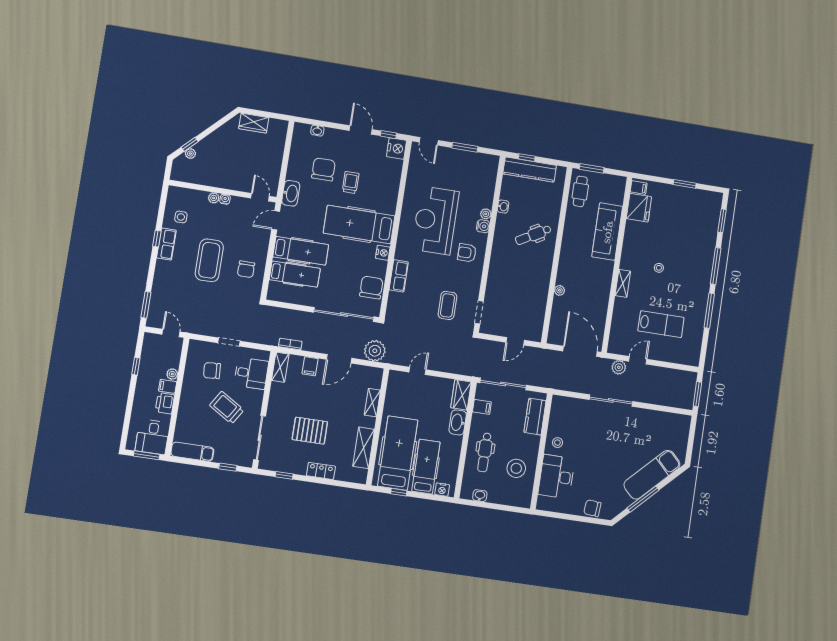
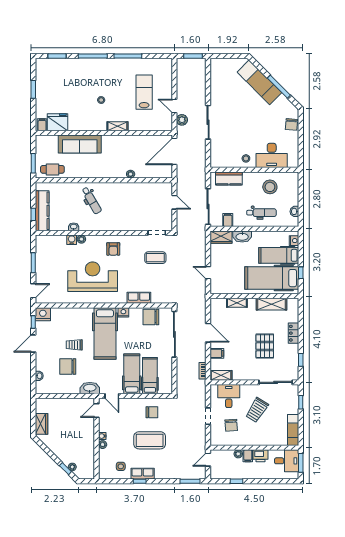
reception desk: (435, 220) -> (93, 277), turned 180
water cooler: (483, 226) -> (72, 240), moved
plant: (375, 351) -> (198, 307), removed

